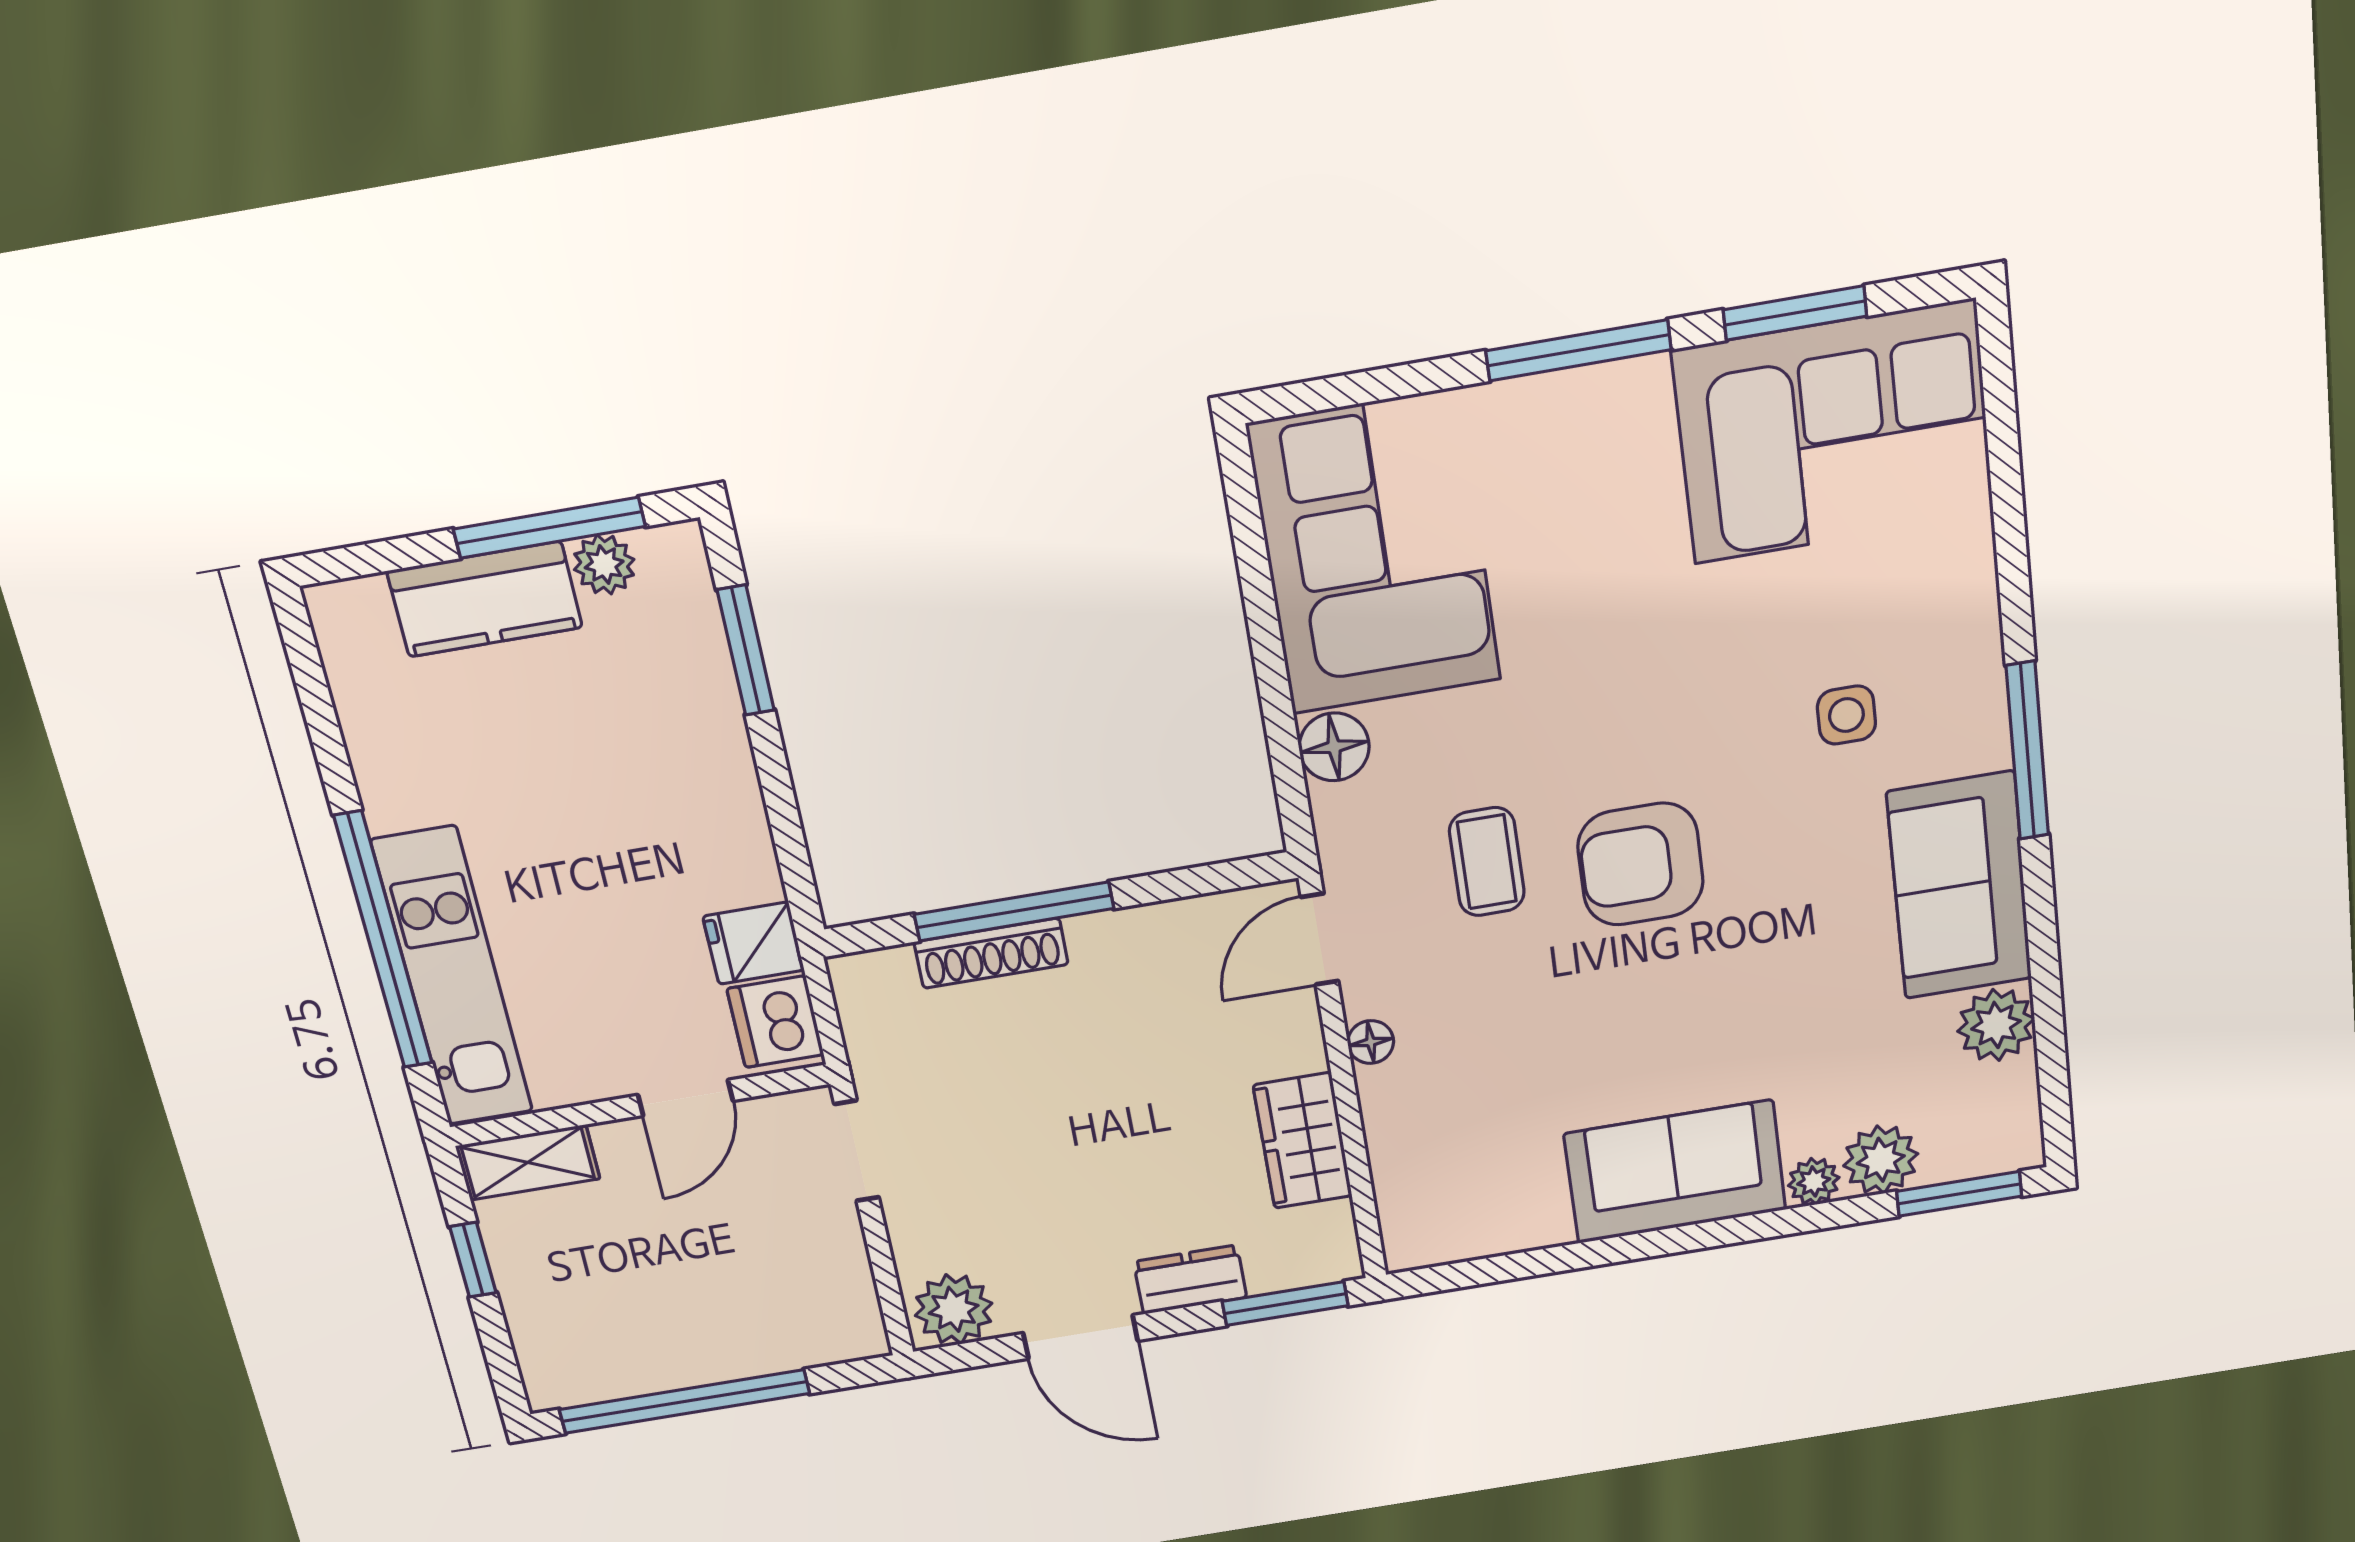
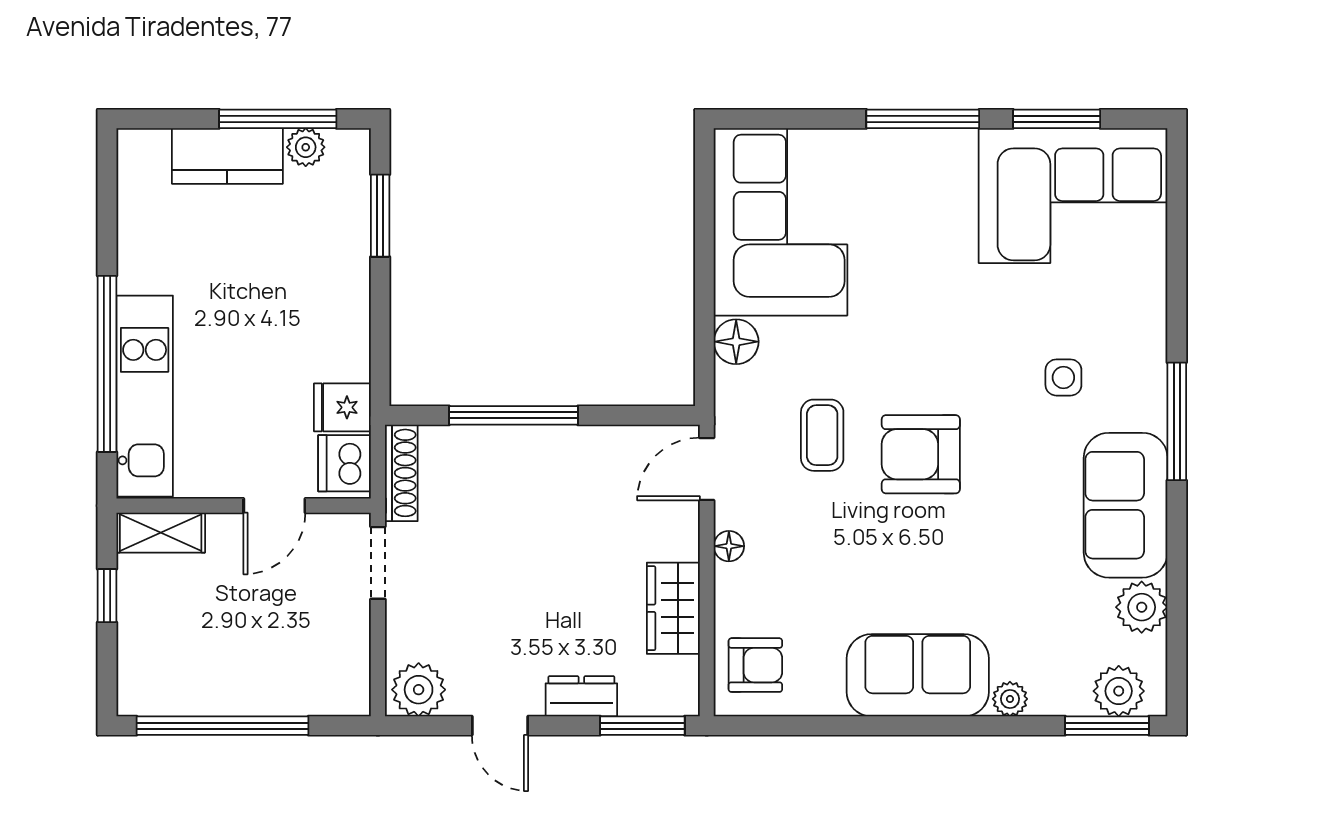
shoe rack: (991, 953) -> (401, 473), moved, turned -90
plant: (1881, 1160) -> (1119, 691), moved
armchair: (1436, 1197) -> (755, 665), added
door: (1080, 1337) -> (500, 726), width x0.73

